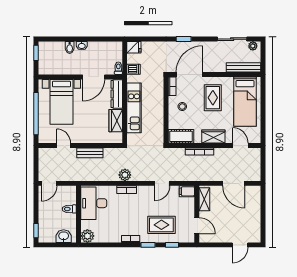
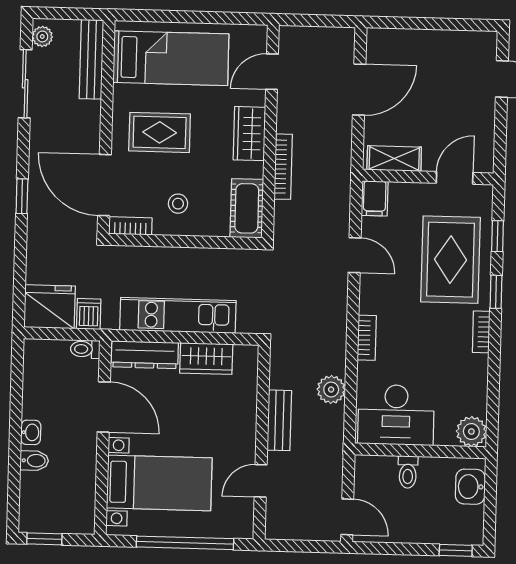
fridge: (134, 47) -> (50, 307), width x1.88, depth x1.34
plant: (125, 175) -> (331, 390), moved
rug: (161, 225) -> (451, 260), width x1.36, depth x1.43

